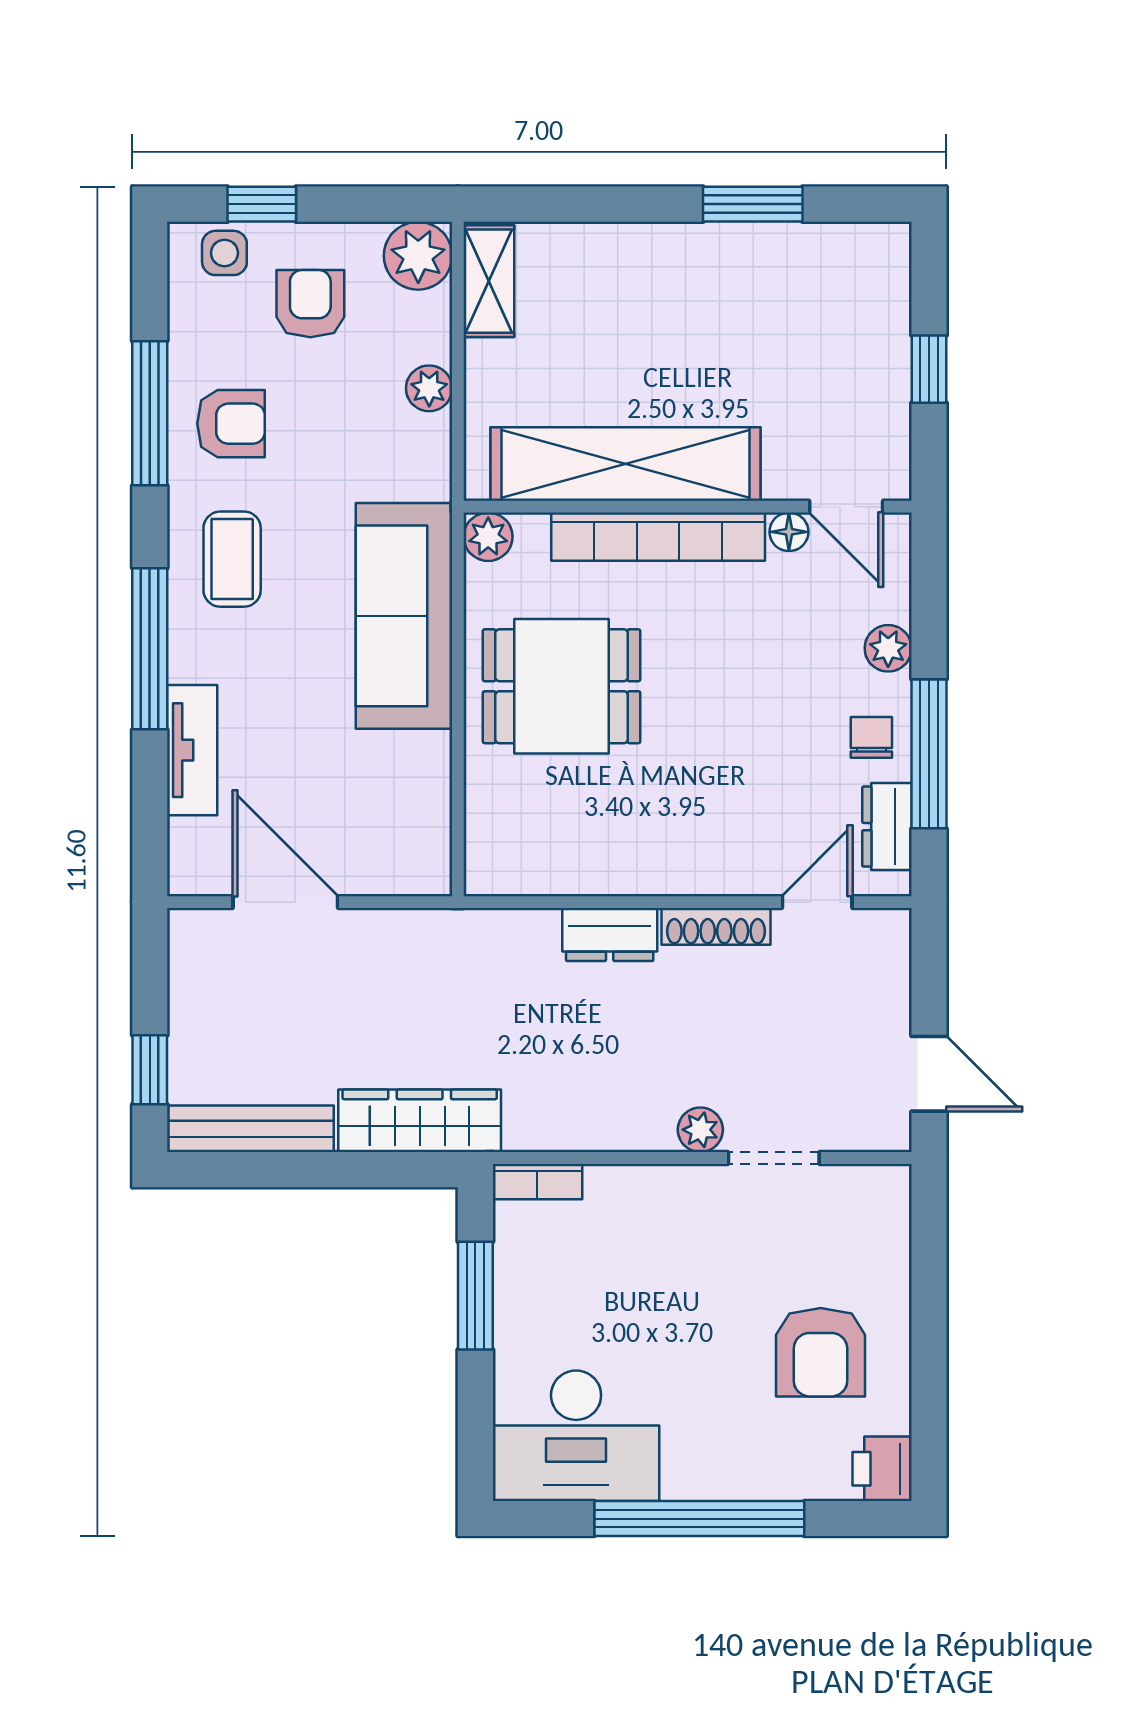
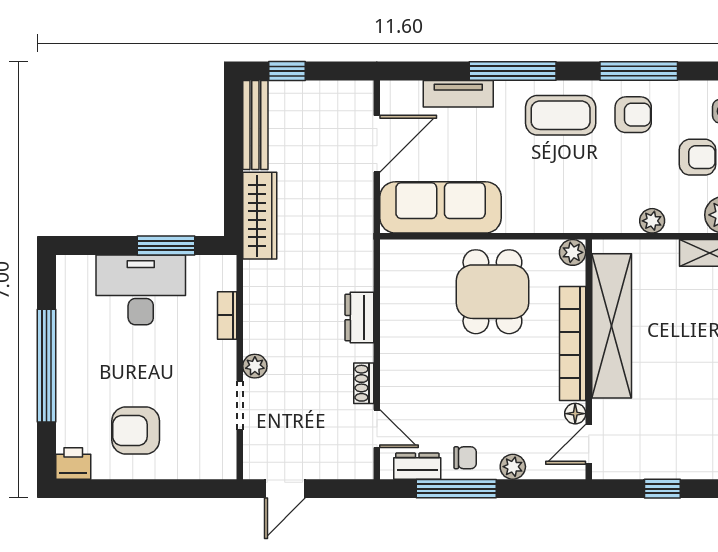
armchair: (231, 424) -> (633, 115), turned -90
coffee table: (232, 559) -> (561, 115), width x1.36, depth x1.30
sofa: (404, 616) -> (441, 207), moved
shoe rack: (716, 926) -> (364, 383), width x0.70
bookcase: (537, 1182) -> (227, 315), moved
desk: (576, 1436) -> (141, 290), moved, turned 90

